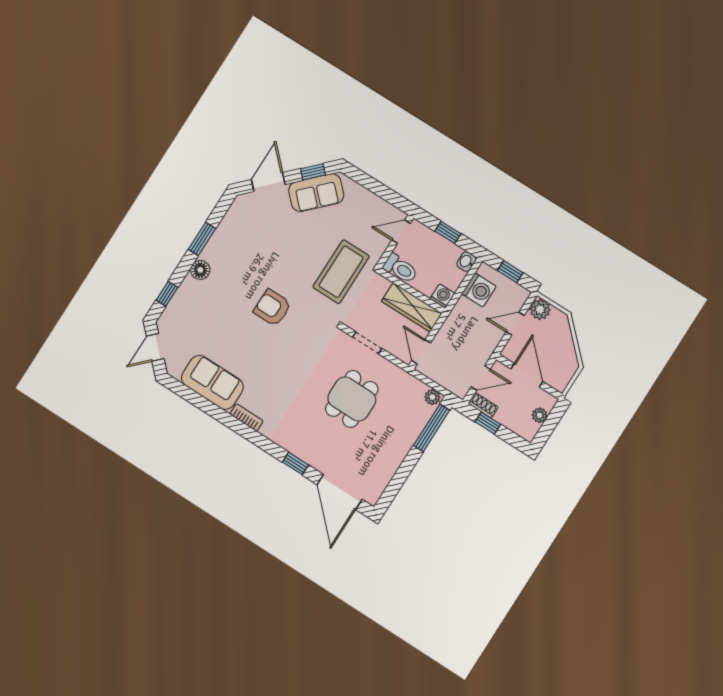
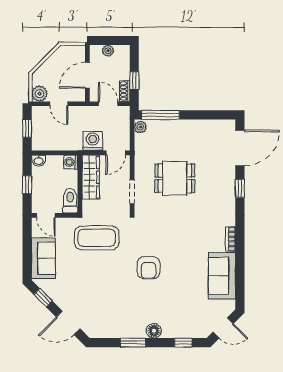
sofa: (316, 193) -> (43, 258), moved, turned 45
washing machine: (479, 290) -> (93, 141), moved

